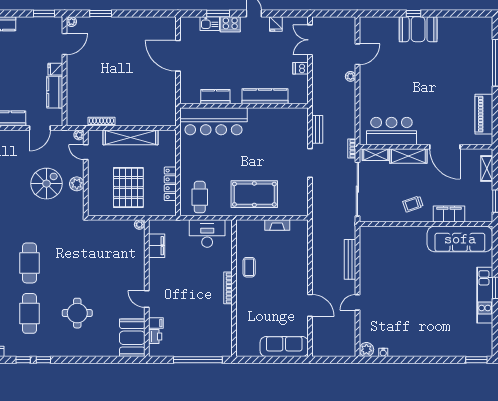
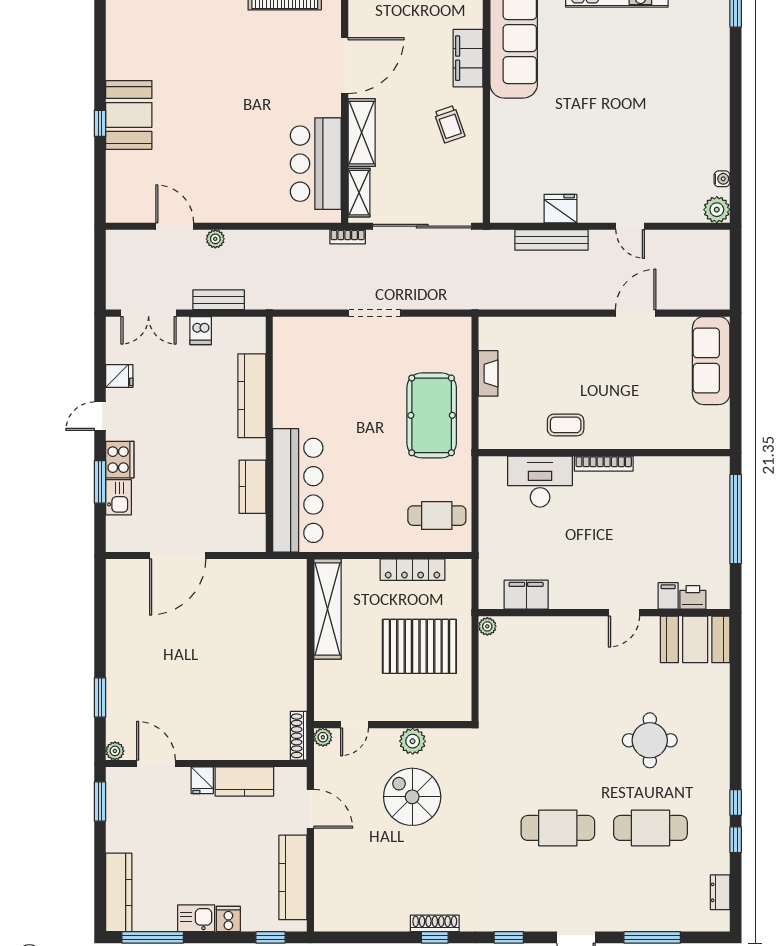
shoe rack: (101, 122) -> (299, 736), moved
bench: (317, 129) -> (219, 300), moved
shelving: (130, 137) -> (327, 609), moved
desk: (207, 234) -> (540, 482), moved, turned 90
fridge: (367, 264) -> (560, 209), added

